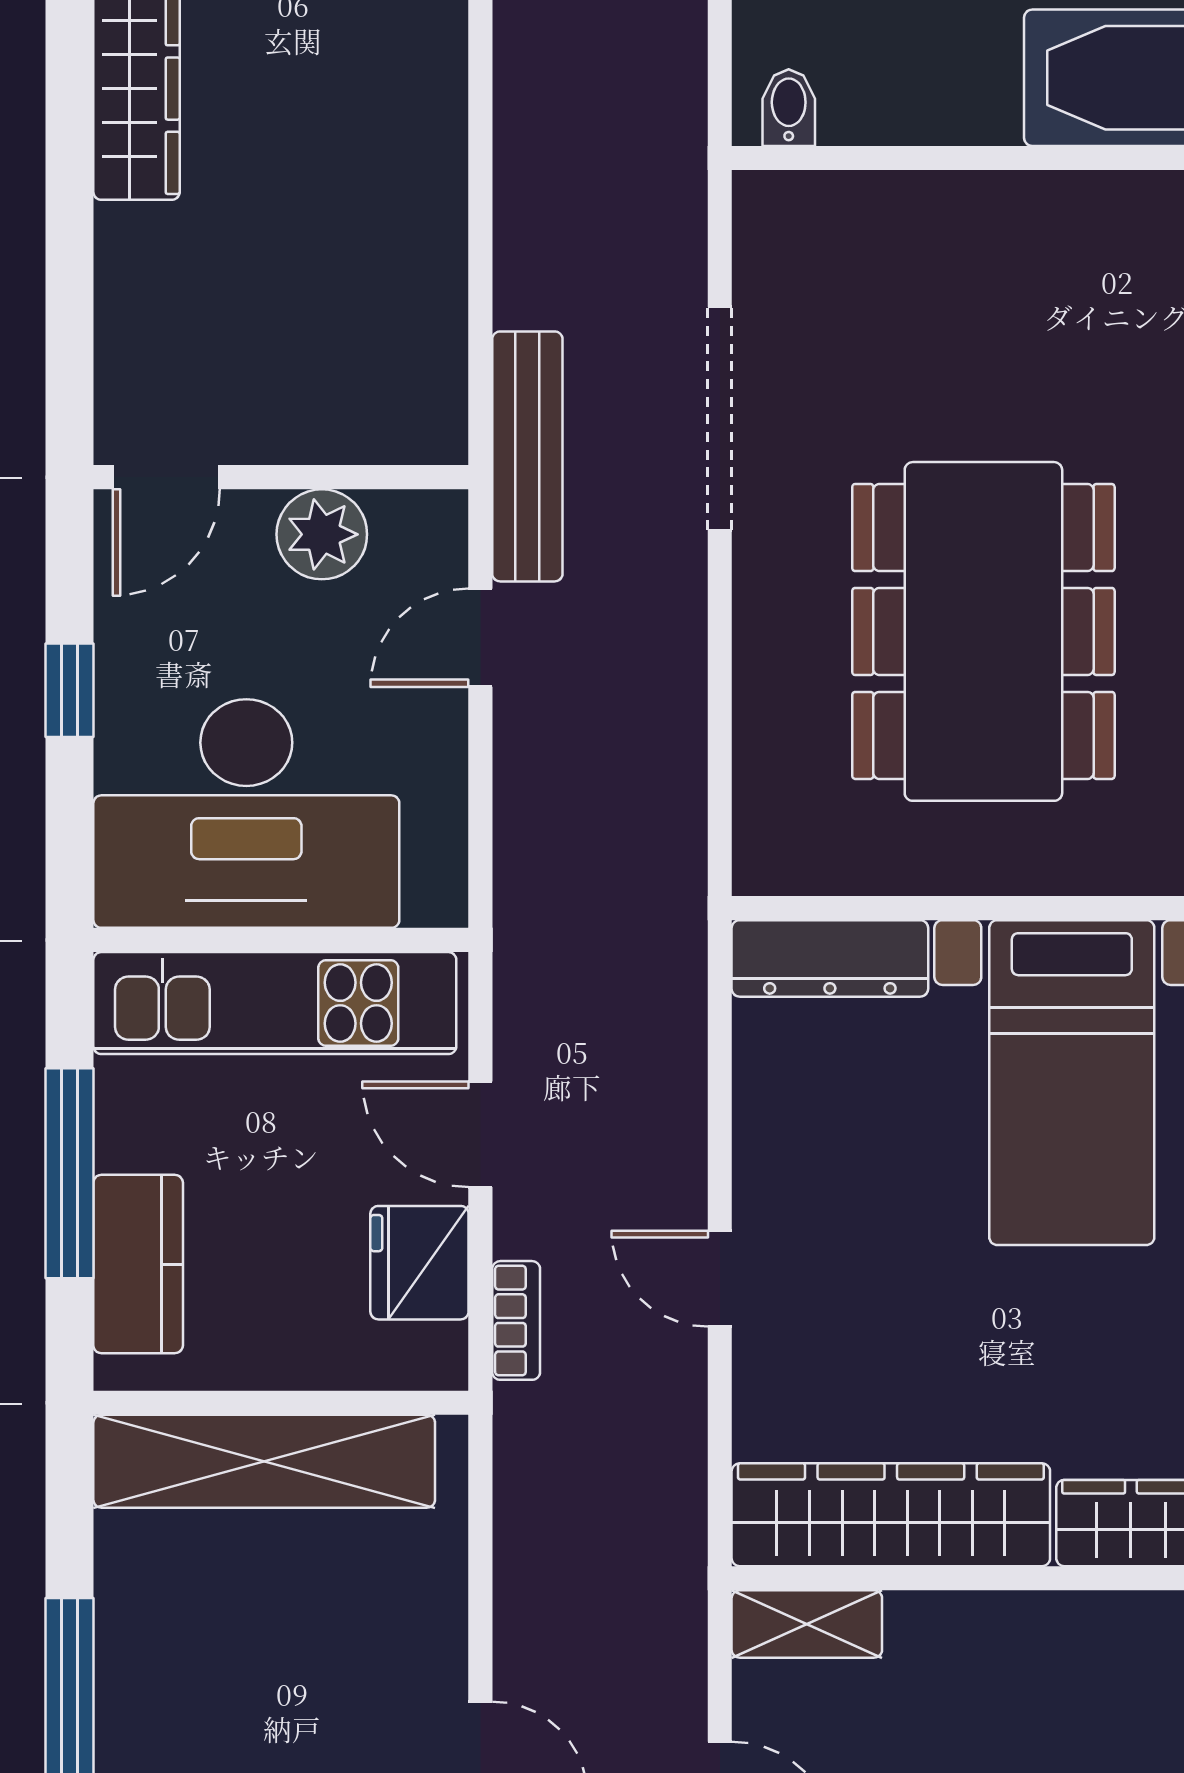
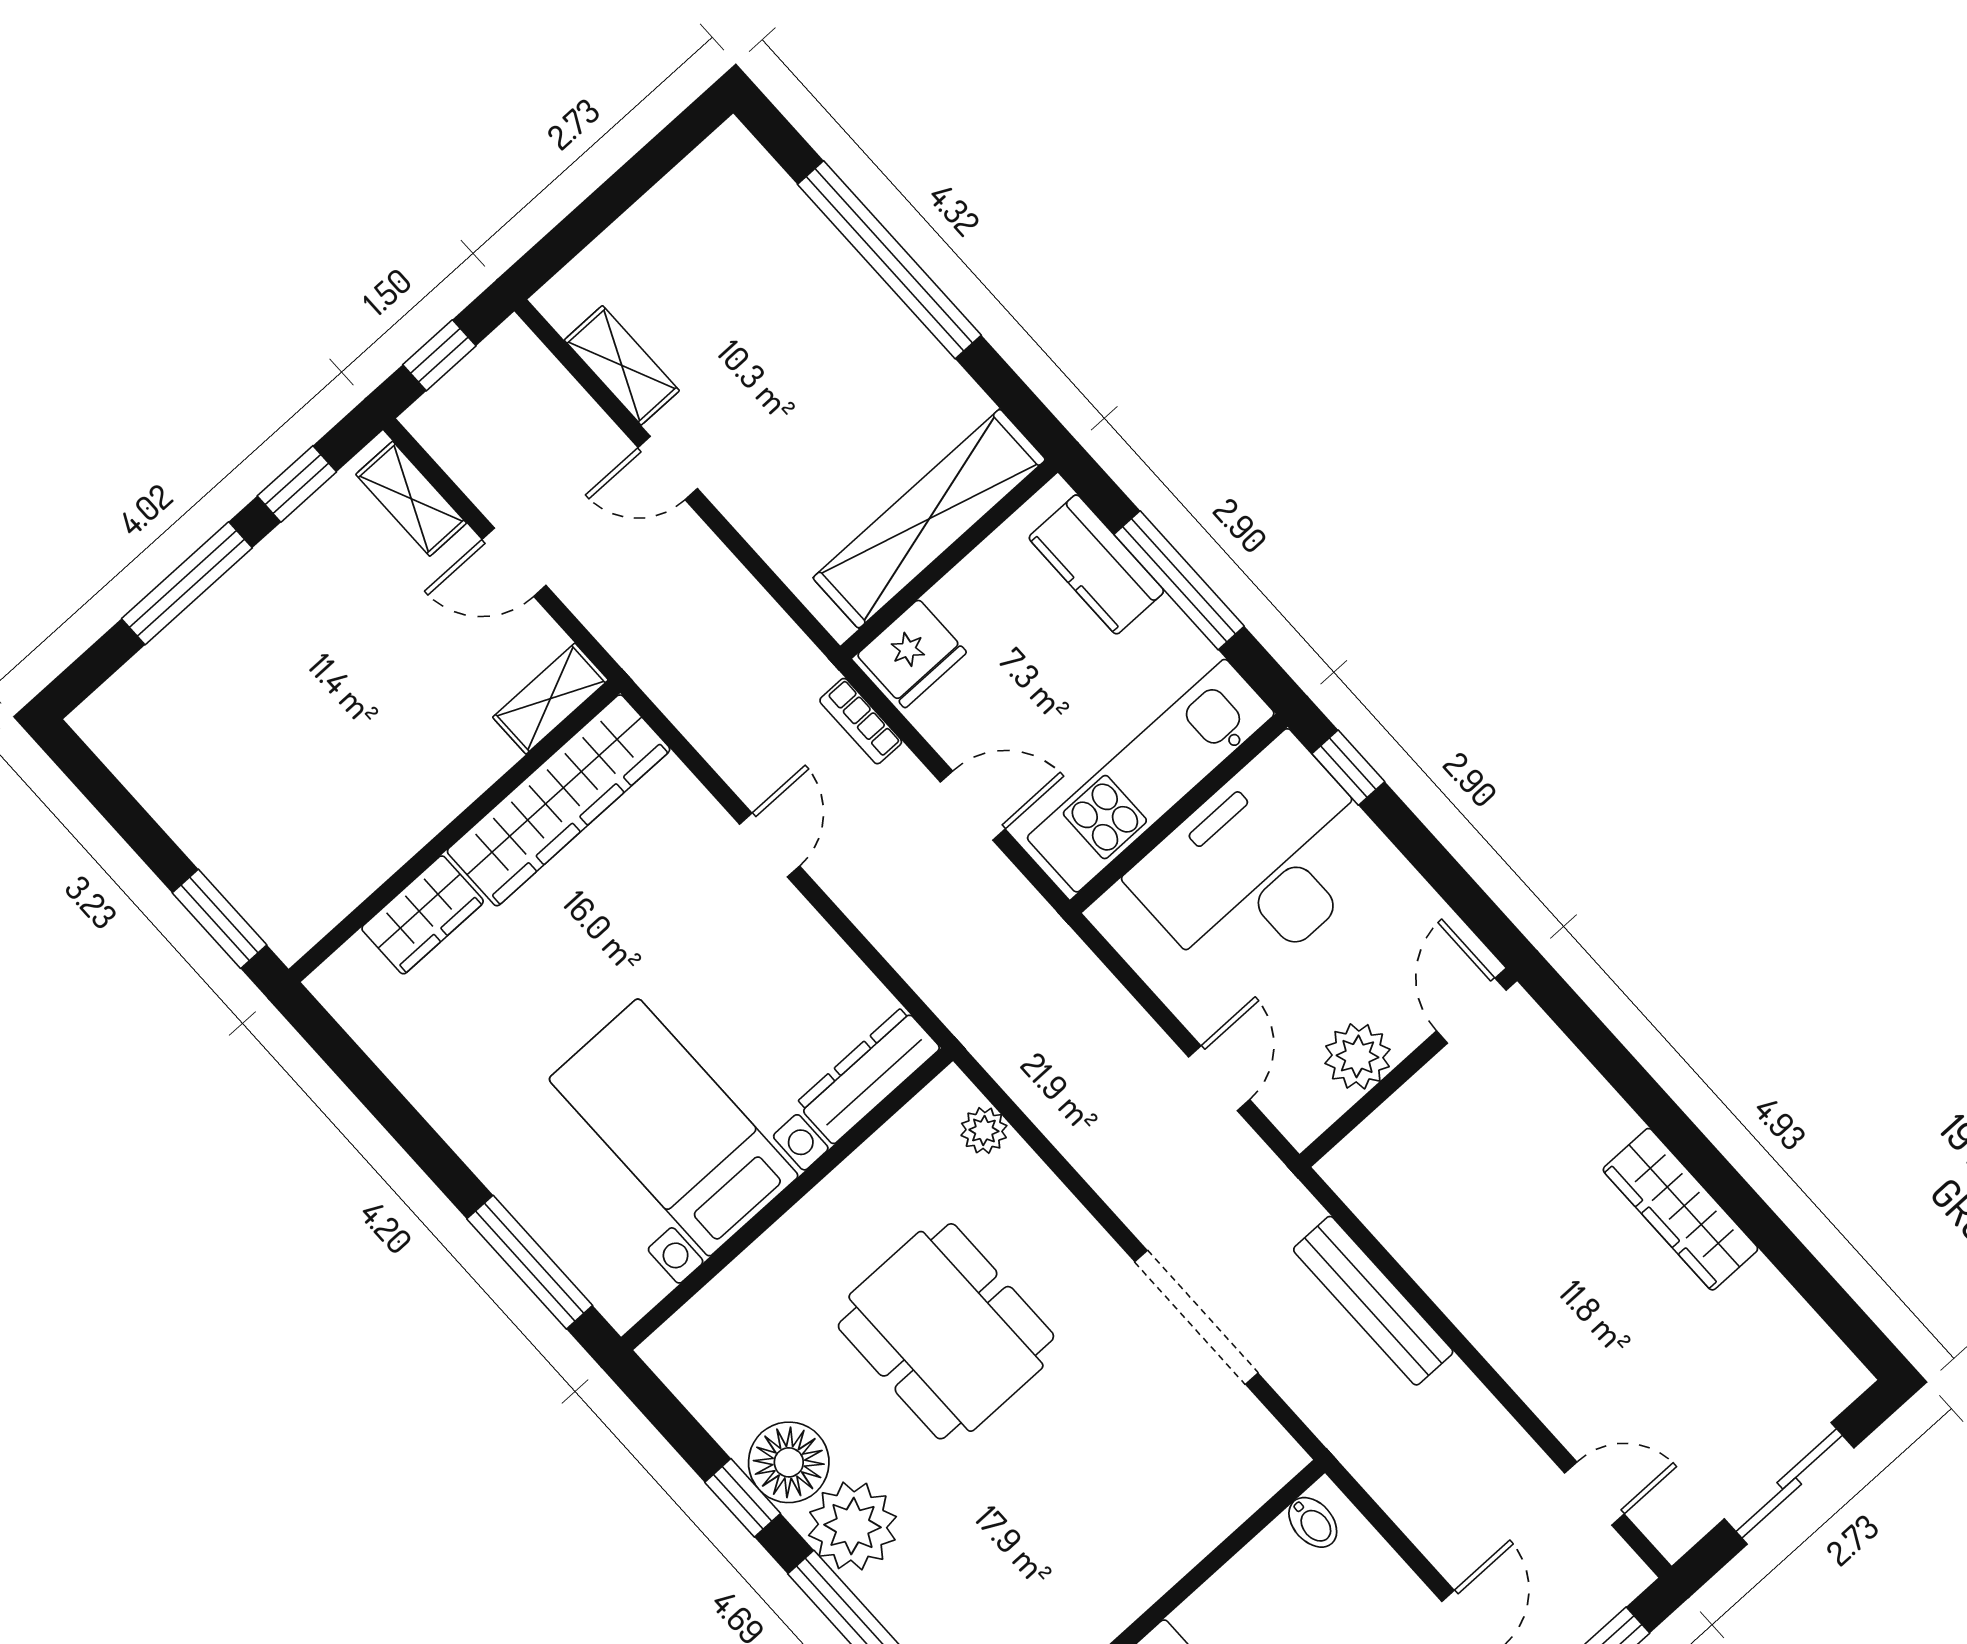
bench: (527, 456) -> (1373, 1301), moved
dining table: (983, 631) -> (946, 1331), width x0.73, depth x0.80
window: (69, 690) -> (1348, 768), moved
plant: (763, 798) -> (984, 1131), added
fridge: (419, 1263) -> (912, 654), moved, turned 90
door: (720, 1279) -> (770, 845), hinge flipped

